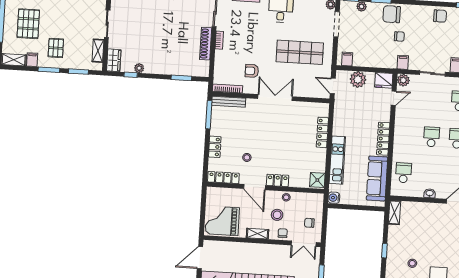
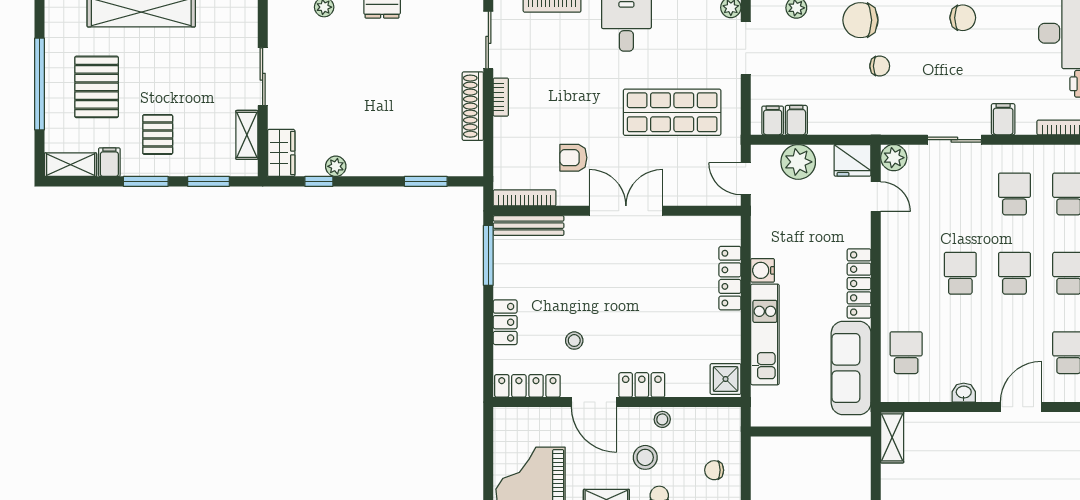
filing cabinet: (403, 62) -> (796, 120), moved
door: (394, 98) -> (876, 197), hinge flipped
water cooler: (334, 198) -> (763, 270), moved

